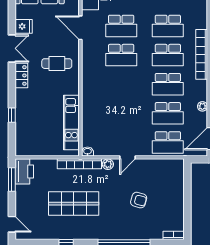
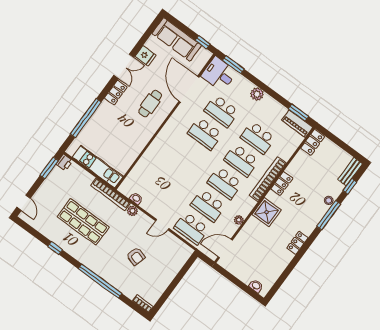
door: (80, 28) -> (189, 89), width x1.36
cafe table: (57, 64) -> (150, 104), turned 90
window: (12, 115) -> (86, 118), width x3.17
kitchen unit: (71, 123) -> (98, 167), moved, turned 90
washbasin: (87, 151) -> (136, 198), moved
door: (128, 157) -> (162, 225), moved
printer: (24, 171) -> (64, 162), width x0.53, depth x0.68

